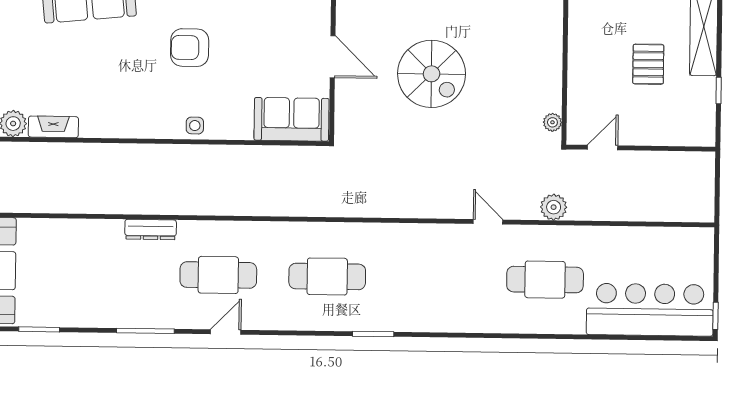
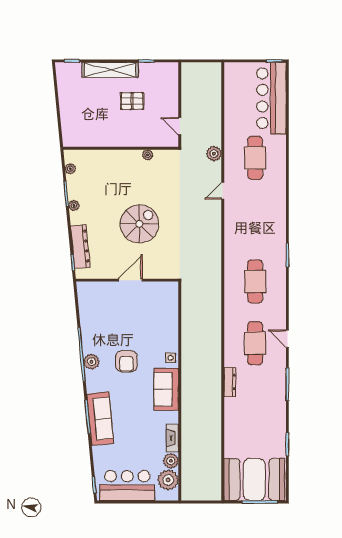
sofa: (292, 119) -> (166, 389), moved
plant: (552, 122) -> (148, 155), moved

